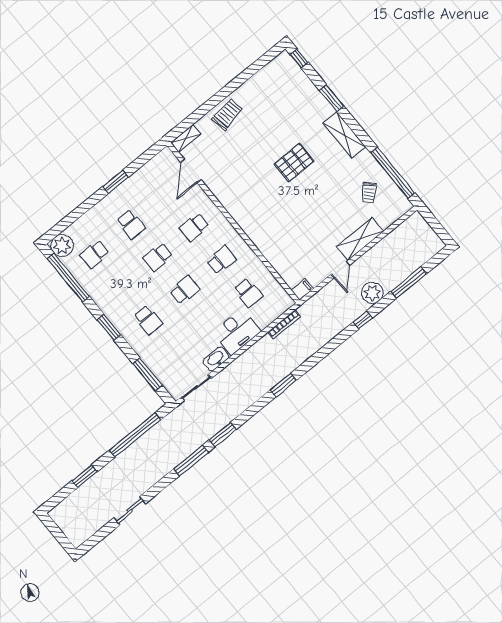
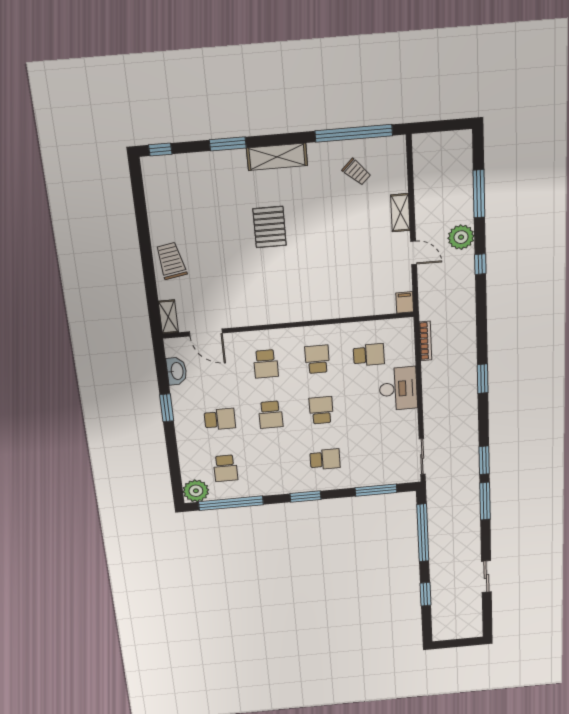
shelving: (360, 239) -> (400, 213), width x0.67, depth x0.75
washbasin: (216, 359) -> (177, 371), moved, turned 180

